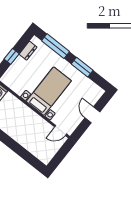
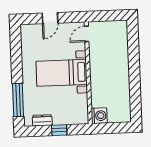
window: (82, 67) -> (17, 62), removed
door: (61, 130) -> (87, 34), swing flipped

